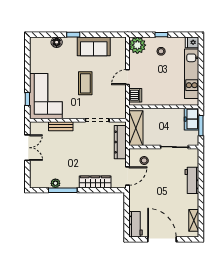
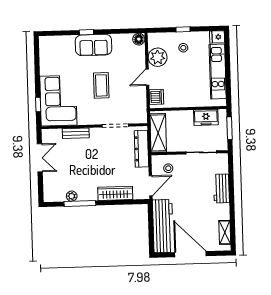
floor lamp: (57, 42) -> (139, 39), moved
plant: (137, 45) -> (158, 57), moved
sofa: (94, 46) -> (94, 45), moved
freezer: (192, 119) -> (206, 117), moved, turned -90
workbench: (136, 224) -> (163, 226), width x1.88, depth x1.32

